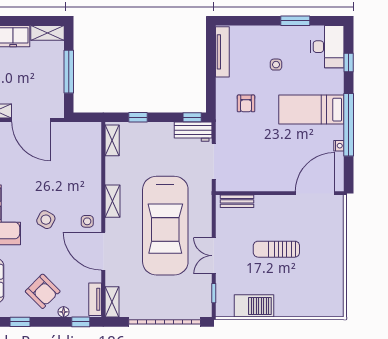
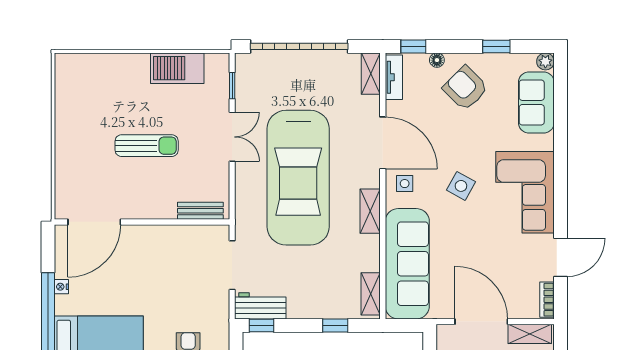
sofa: (85, 163) -> (407, 264), added
car: (165, 226) -> (298, 178), turned 180

